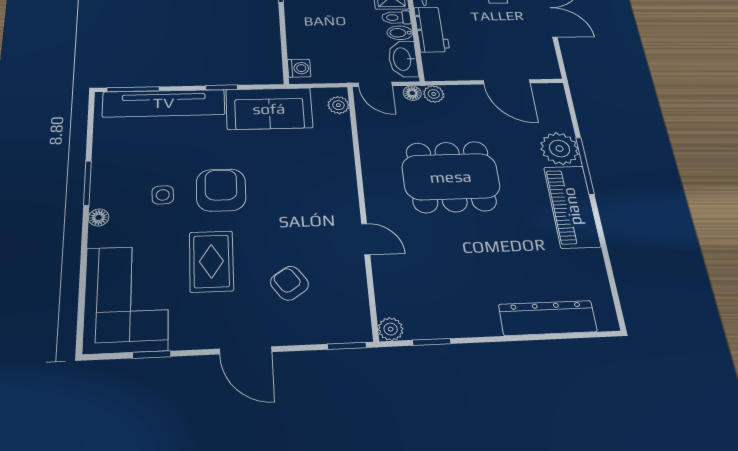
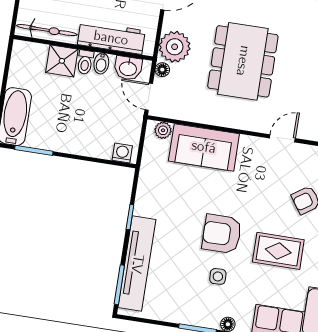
workbench: (432, 29) -> (111, 38), width x1.37
washbasin: (403, 59) -> (128, 68), width x0.72
door: (375, 84) -> (149, 97), swing flipped
plant: (434, 94) -> (175, 47), width x1.87, depth x1.87
sofa: (269, 109) -> (204, 147), moved, turned 90

